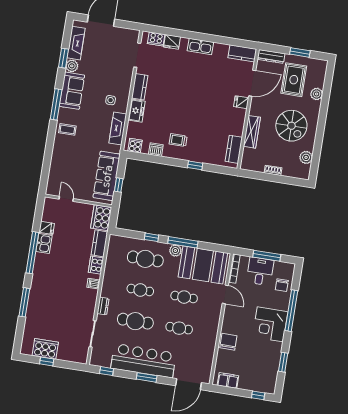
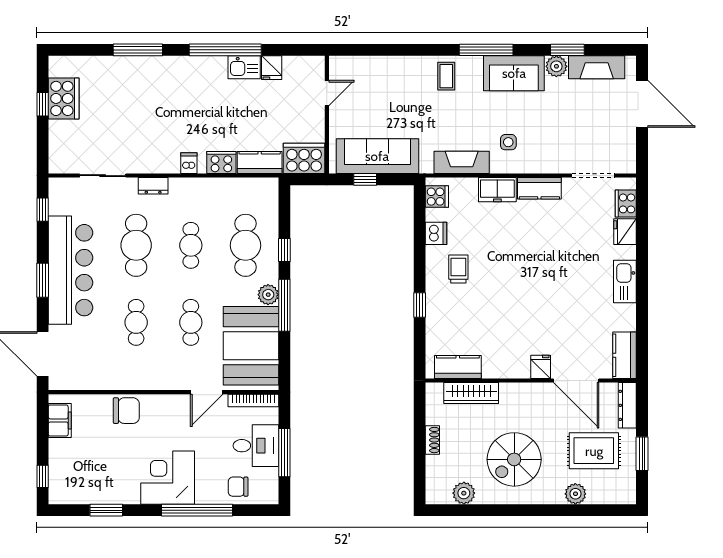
wardrobe: (252, 132) -> (471, 393), moved

